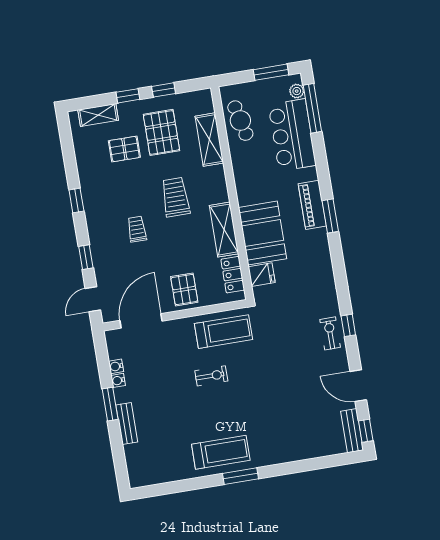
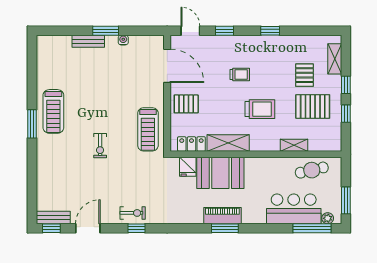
shelving: (209, 140) -> (294, 145), width x0.67, depth x0.75
piano: (312, 205) -> (222, 216), moved
water cooler: (116, 366) -> (135, 40), removed
exercise bike: (211, 376) -> (100, 146), moved

